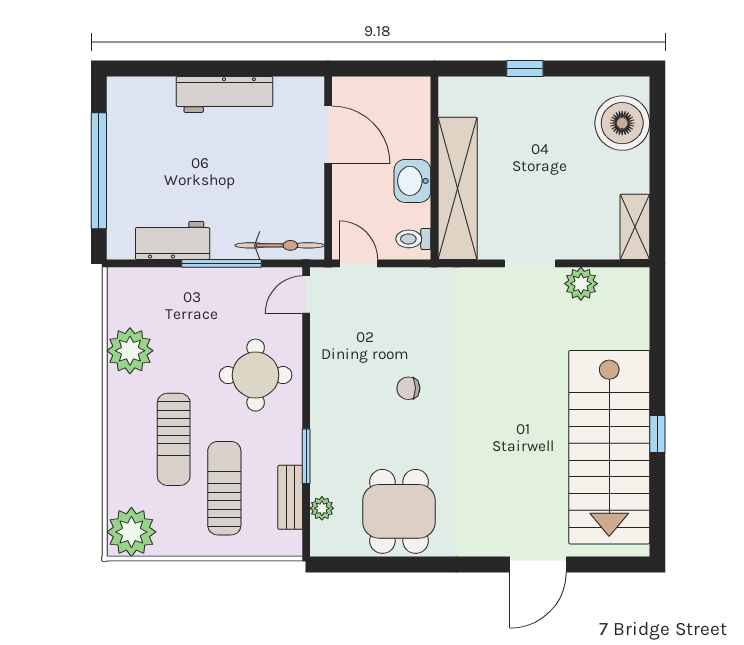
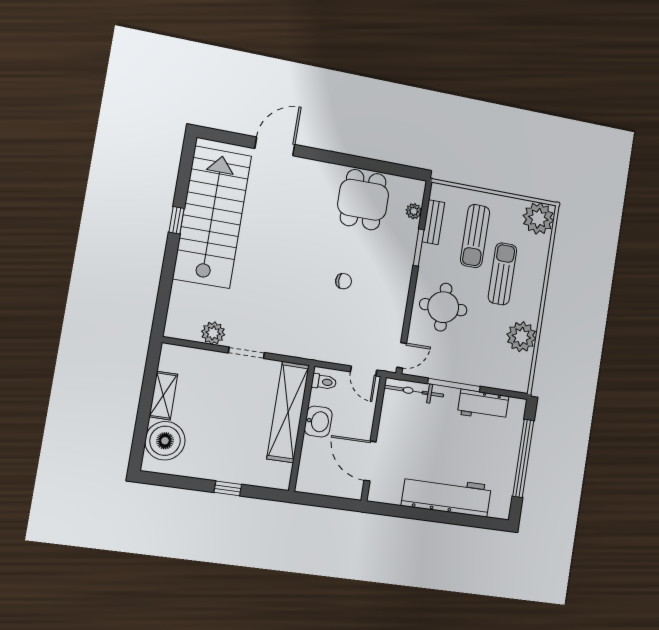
workbench: (224, 94) -> (447, 496), width x1.36, depth x1.32
shelving: (635, 227) -> (163, 396), moved

